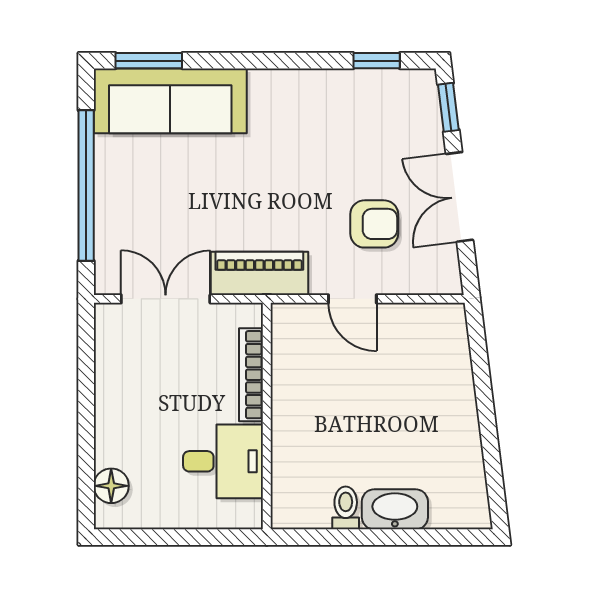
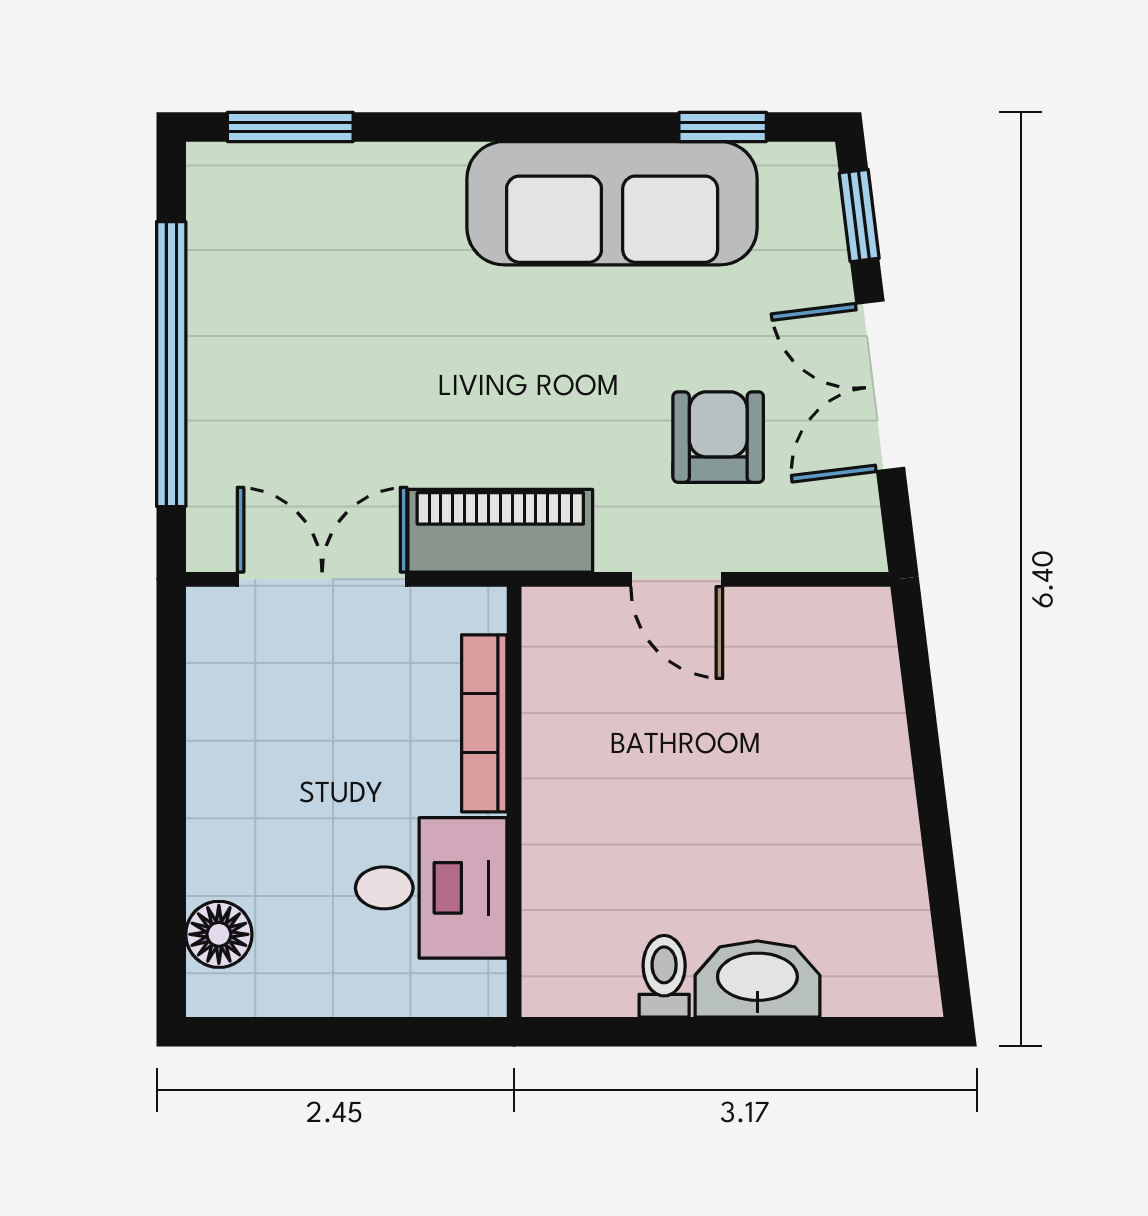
sofa: (170, 101) -> (612, 203), moved
armchair: (374, 224) -> (718, 437), turned -90

